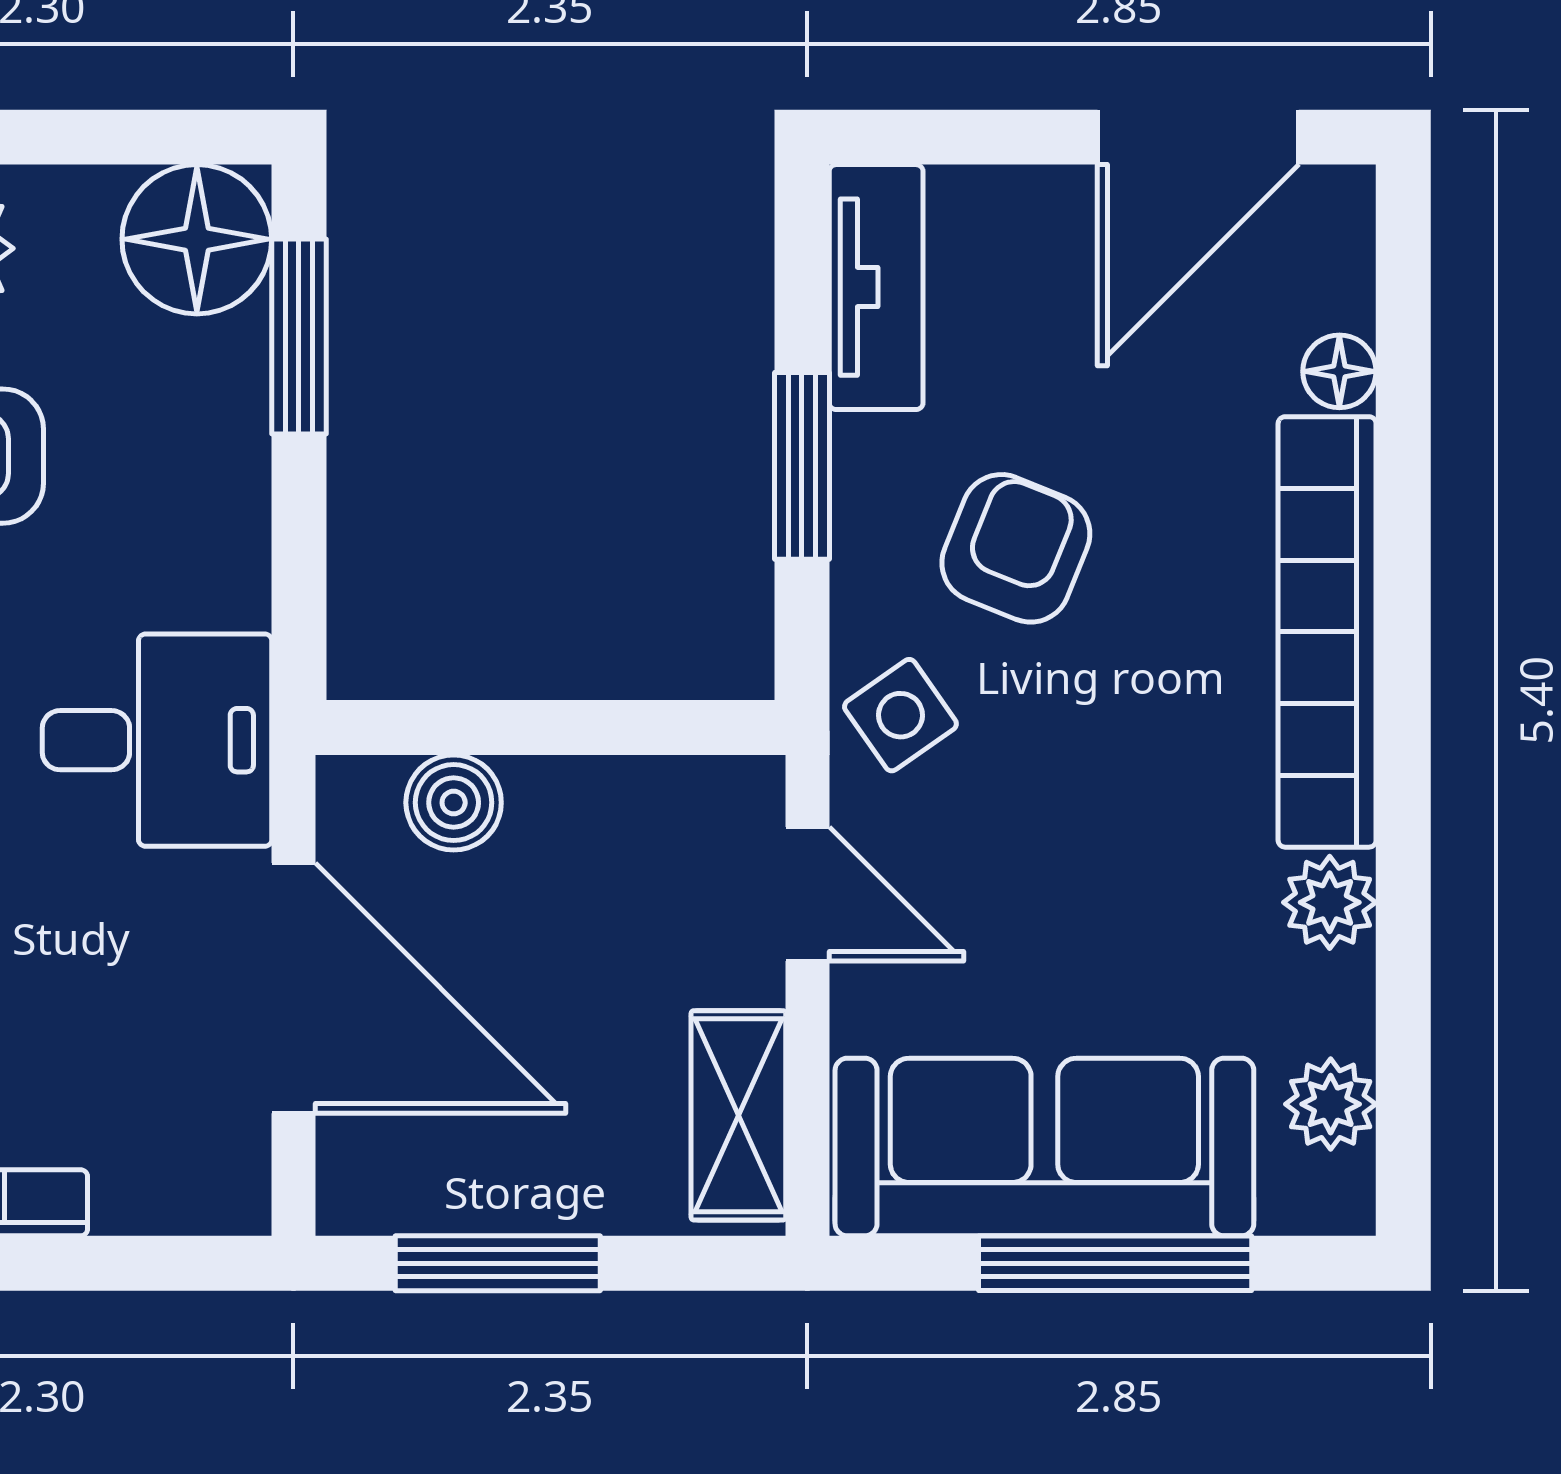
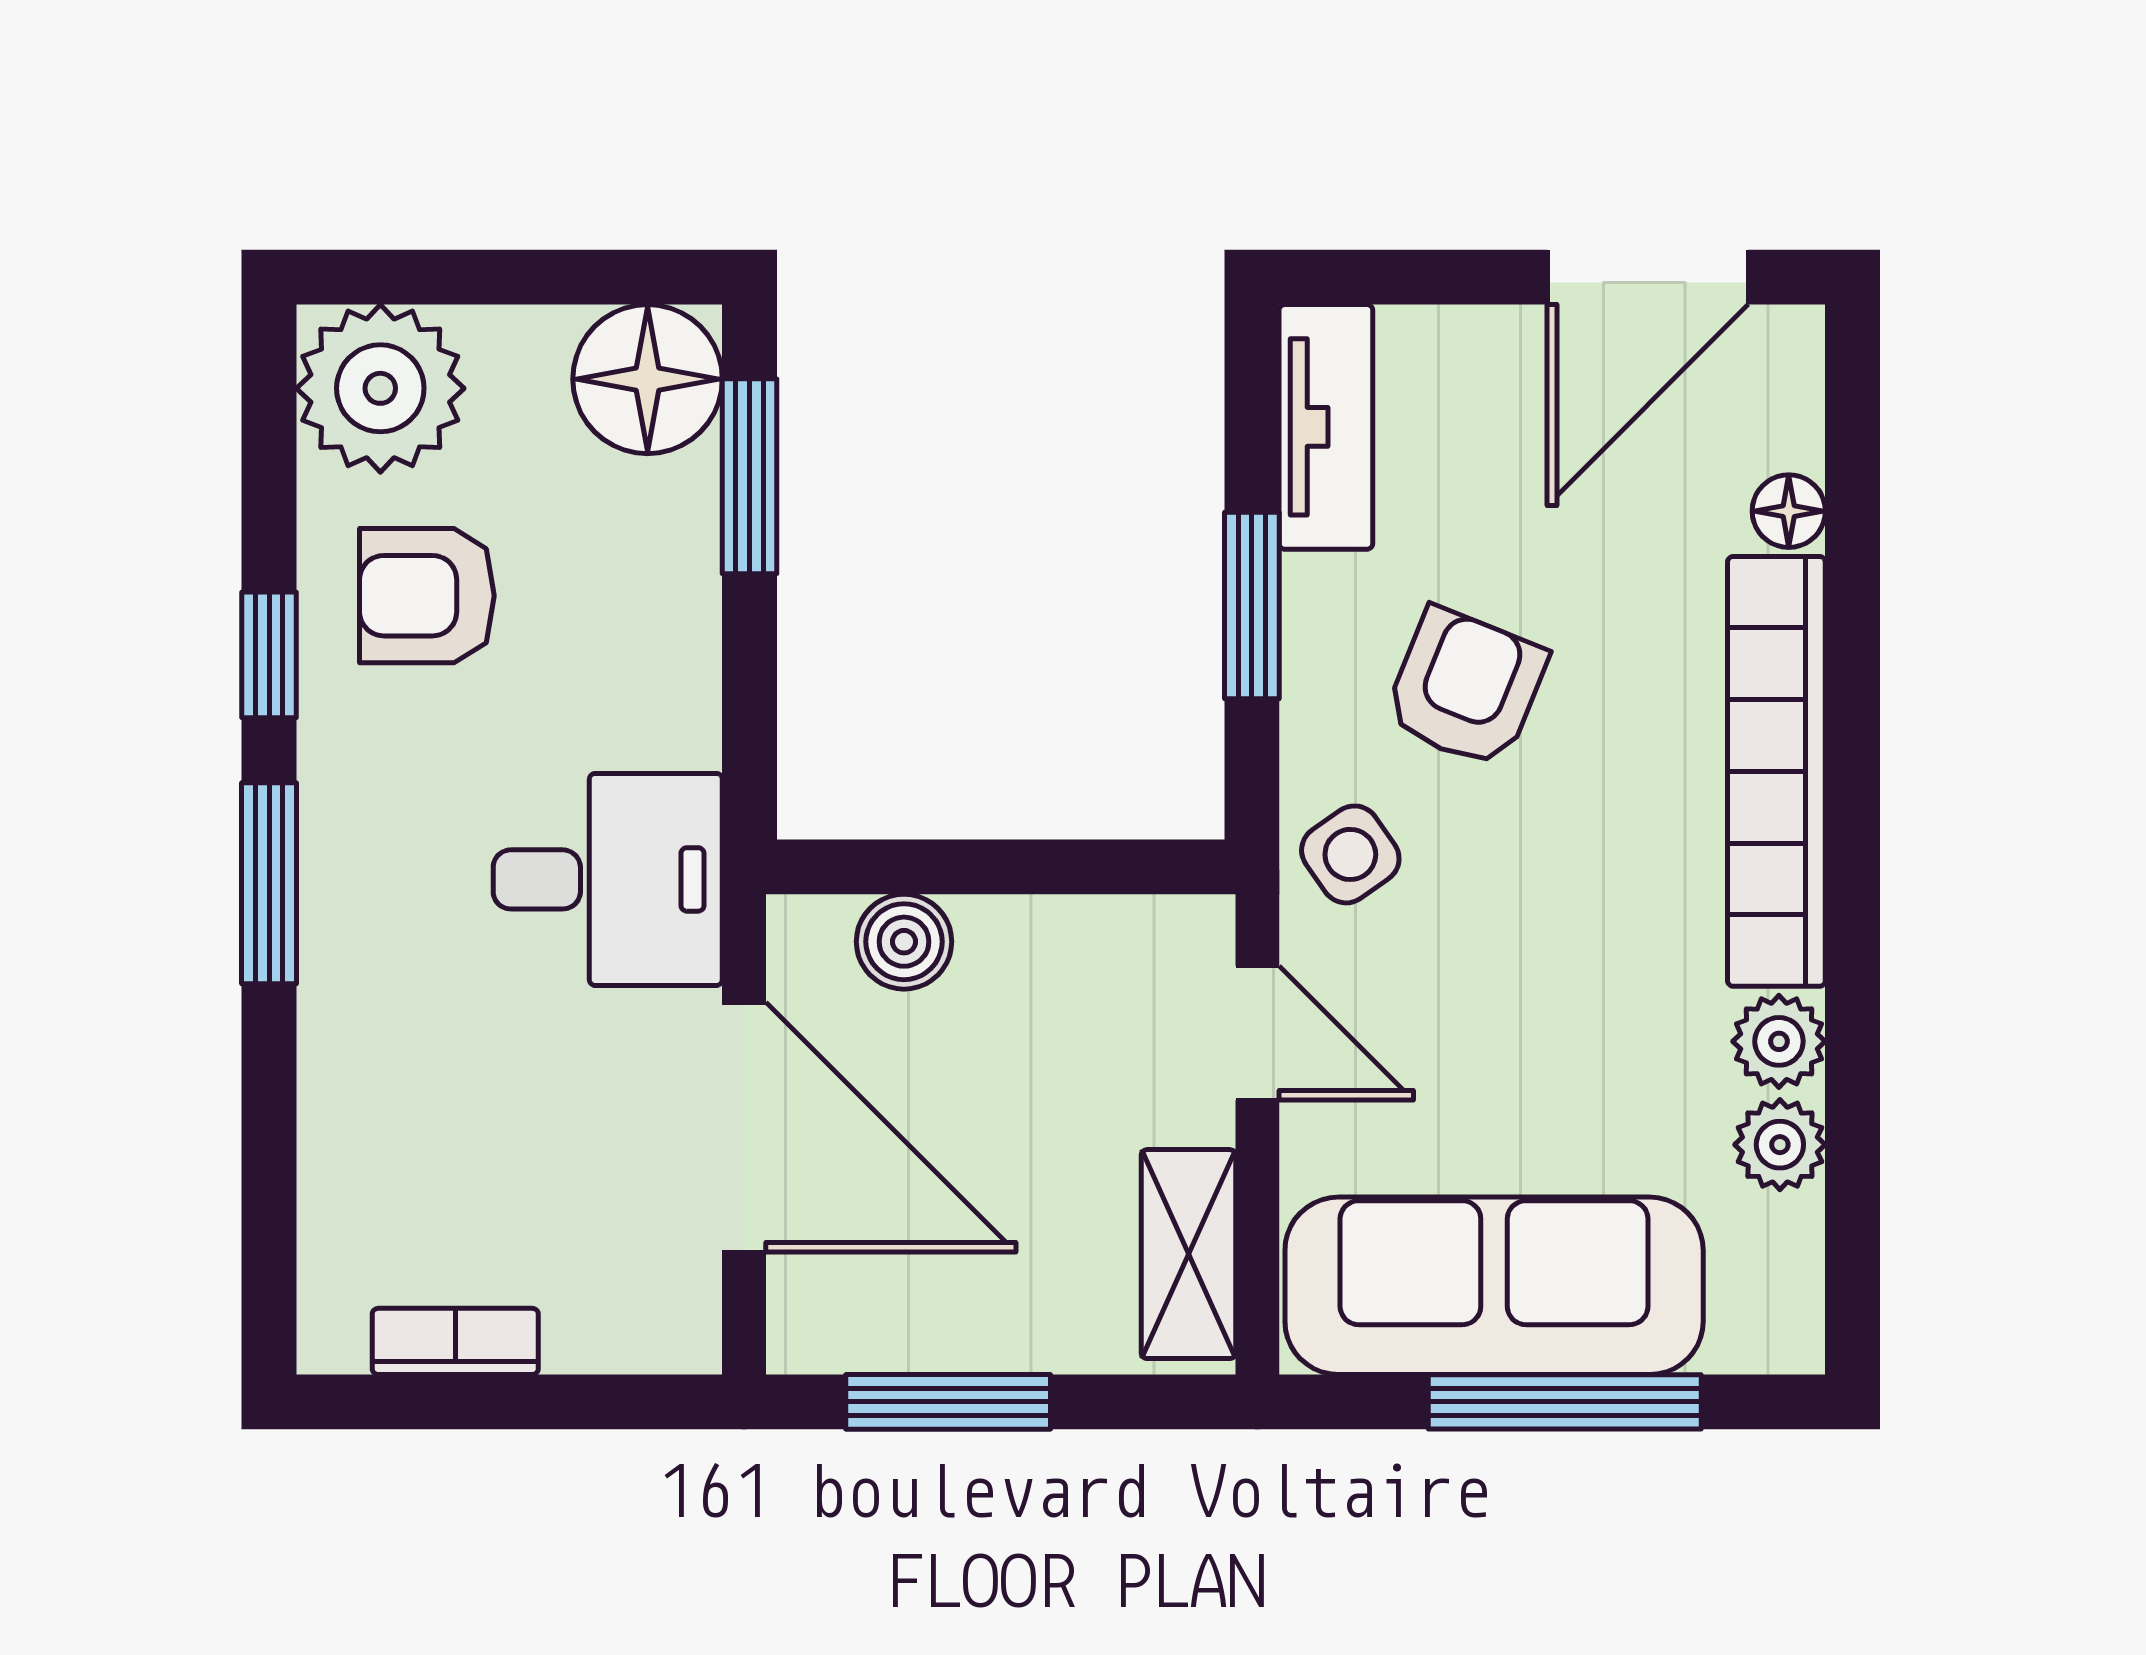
plant: (1331, 1104) -> (1780, 1145), moved

